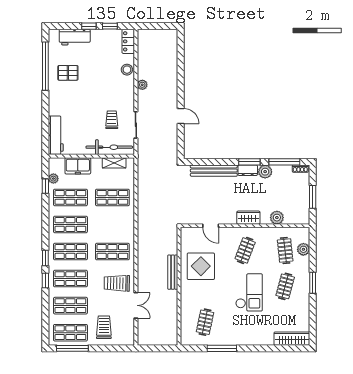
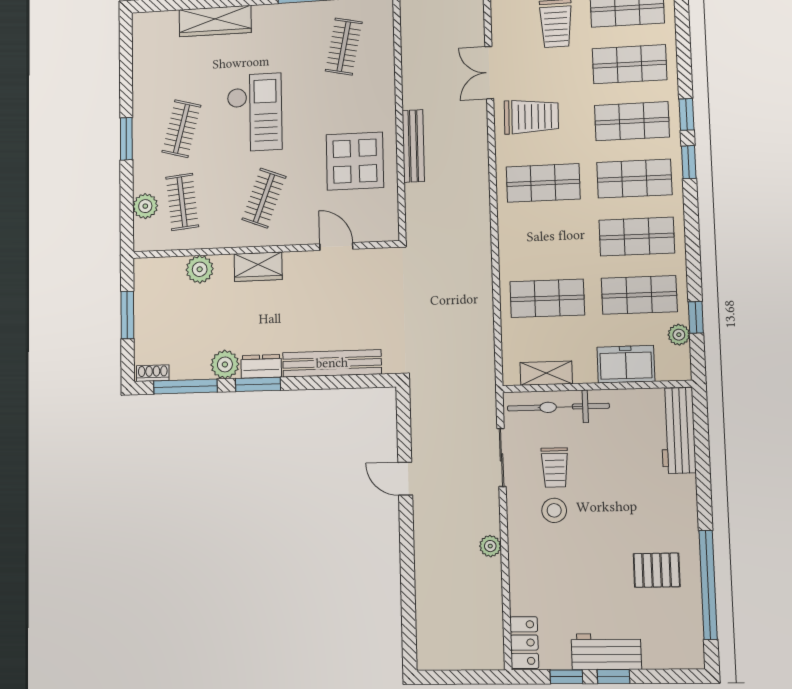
workbench: (75, 37) -> (606, 652), moved
stool: (127, 70) -> (554, 510), moved
checkout: (249, 292) -> (254, 112), turned 180
wardrobe: (292, 339) -> (215, 21), moved

